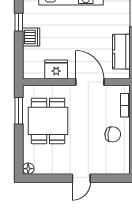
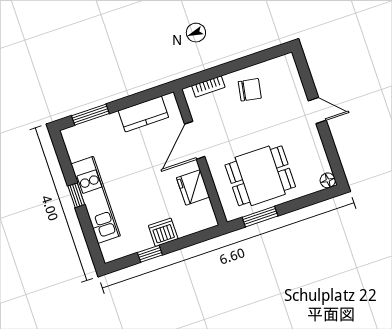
chair: (113, 134) -> (250, 90), turned 92

